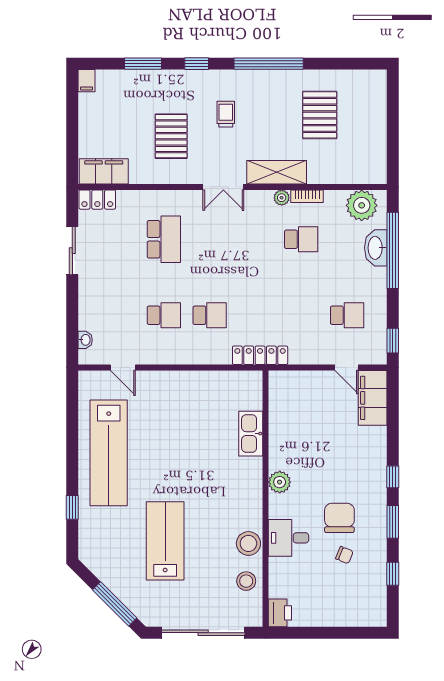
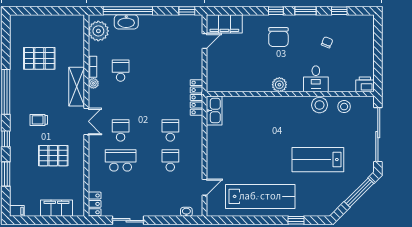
filing cabinet: (104, 171) -> (56, 208), moved, turned 90
school desk: (347, 315) -> (121, 130), moved
kitchen sink: (251, 434) -> (214, 111), moved, turned -90
chair: (339, 518) -> (278, 37), moved, turned -90

